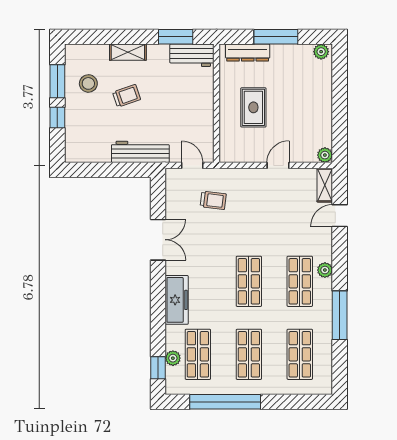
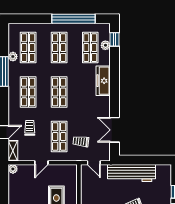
workbench: (140, 152) -> (132, 173), width x1.36, depth x1.32
shop shelf: (249, 208) -> (59, 137), added
trolley: (297, 223) -> (30, 128), added
double door: (158, 240) -> (114, 130), moved
plant: (325, 270) -> (13, 57), moved

